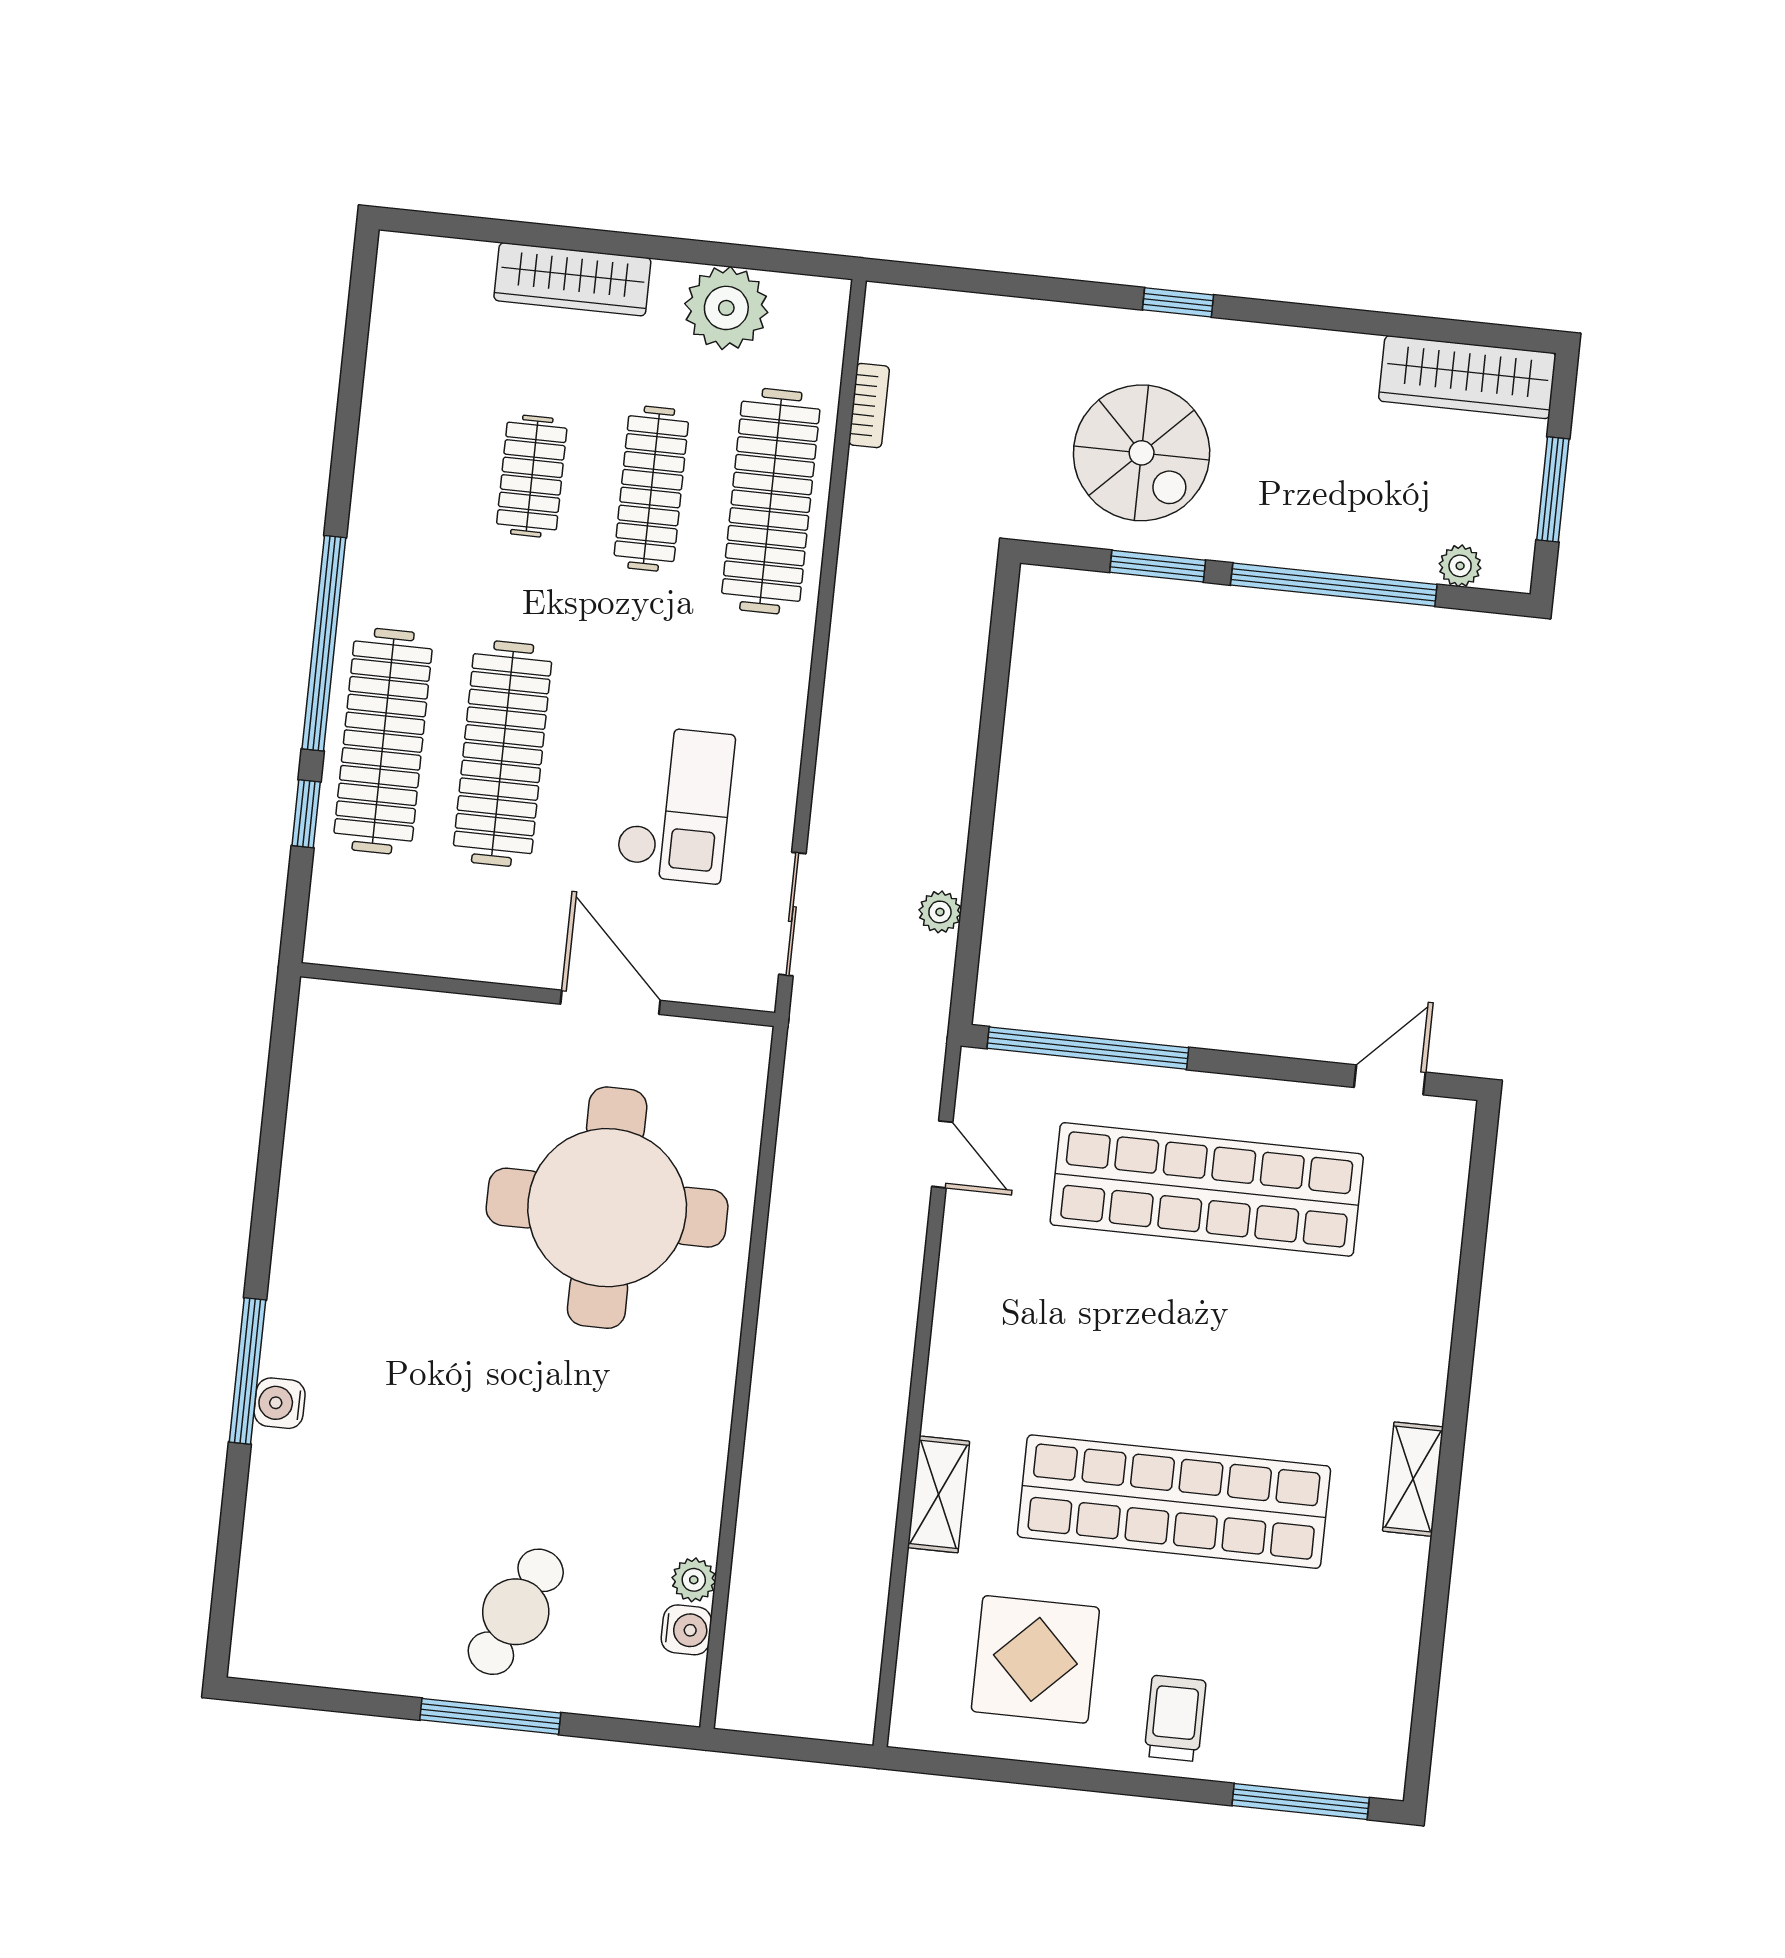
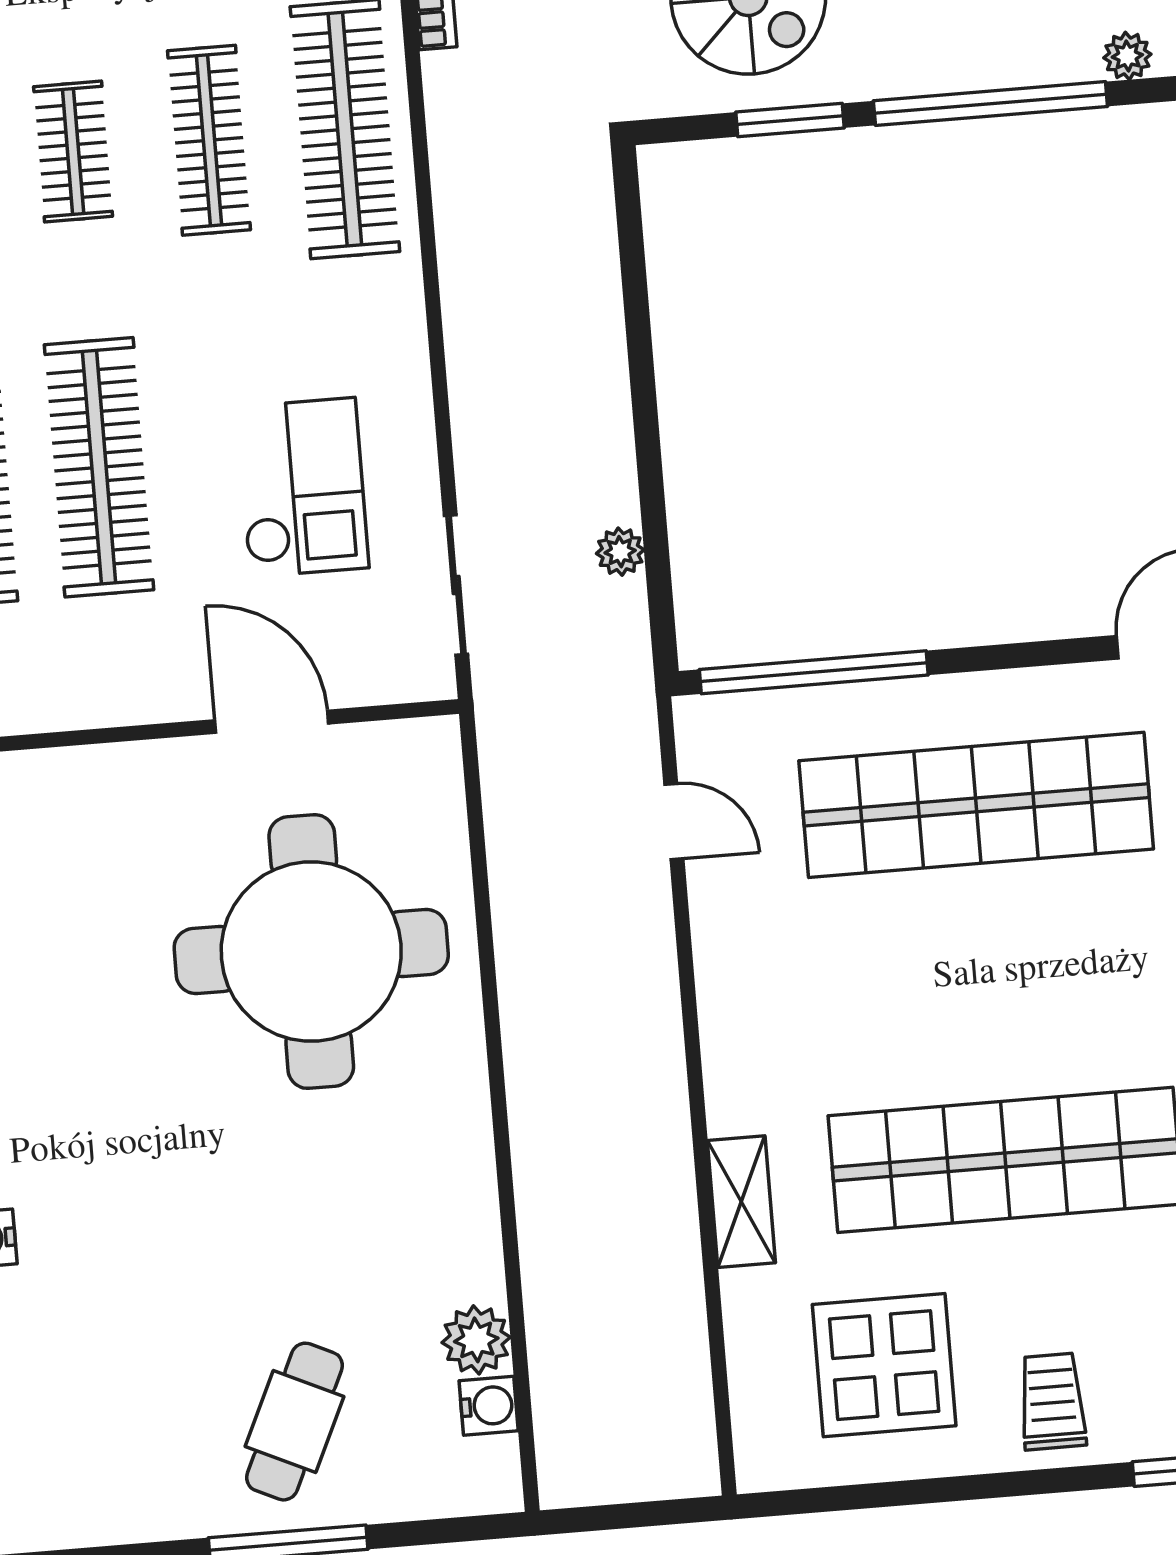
plant: (694, 1580) -> (476, 1340), width x1.38, depth x1.38

